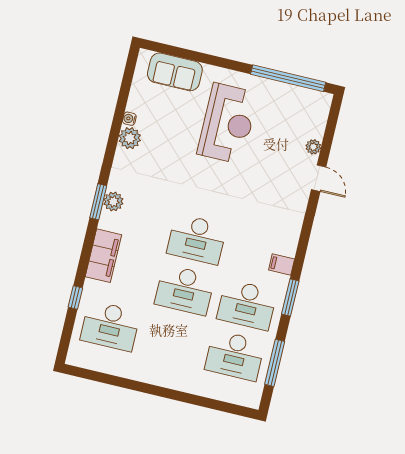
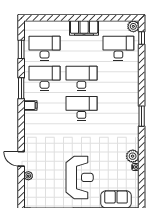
reception desk: (228, 123) -> (80, 177), turned 180
plant: (113, 202) -> (133, 26), moved
filing cabinet: (103, 256) -> (84, 28), moved, turned -90
window: (75, 298) -> (142, 38), moved
window: (275, 363) -> (21, 49), width x0.69

